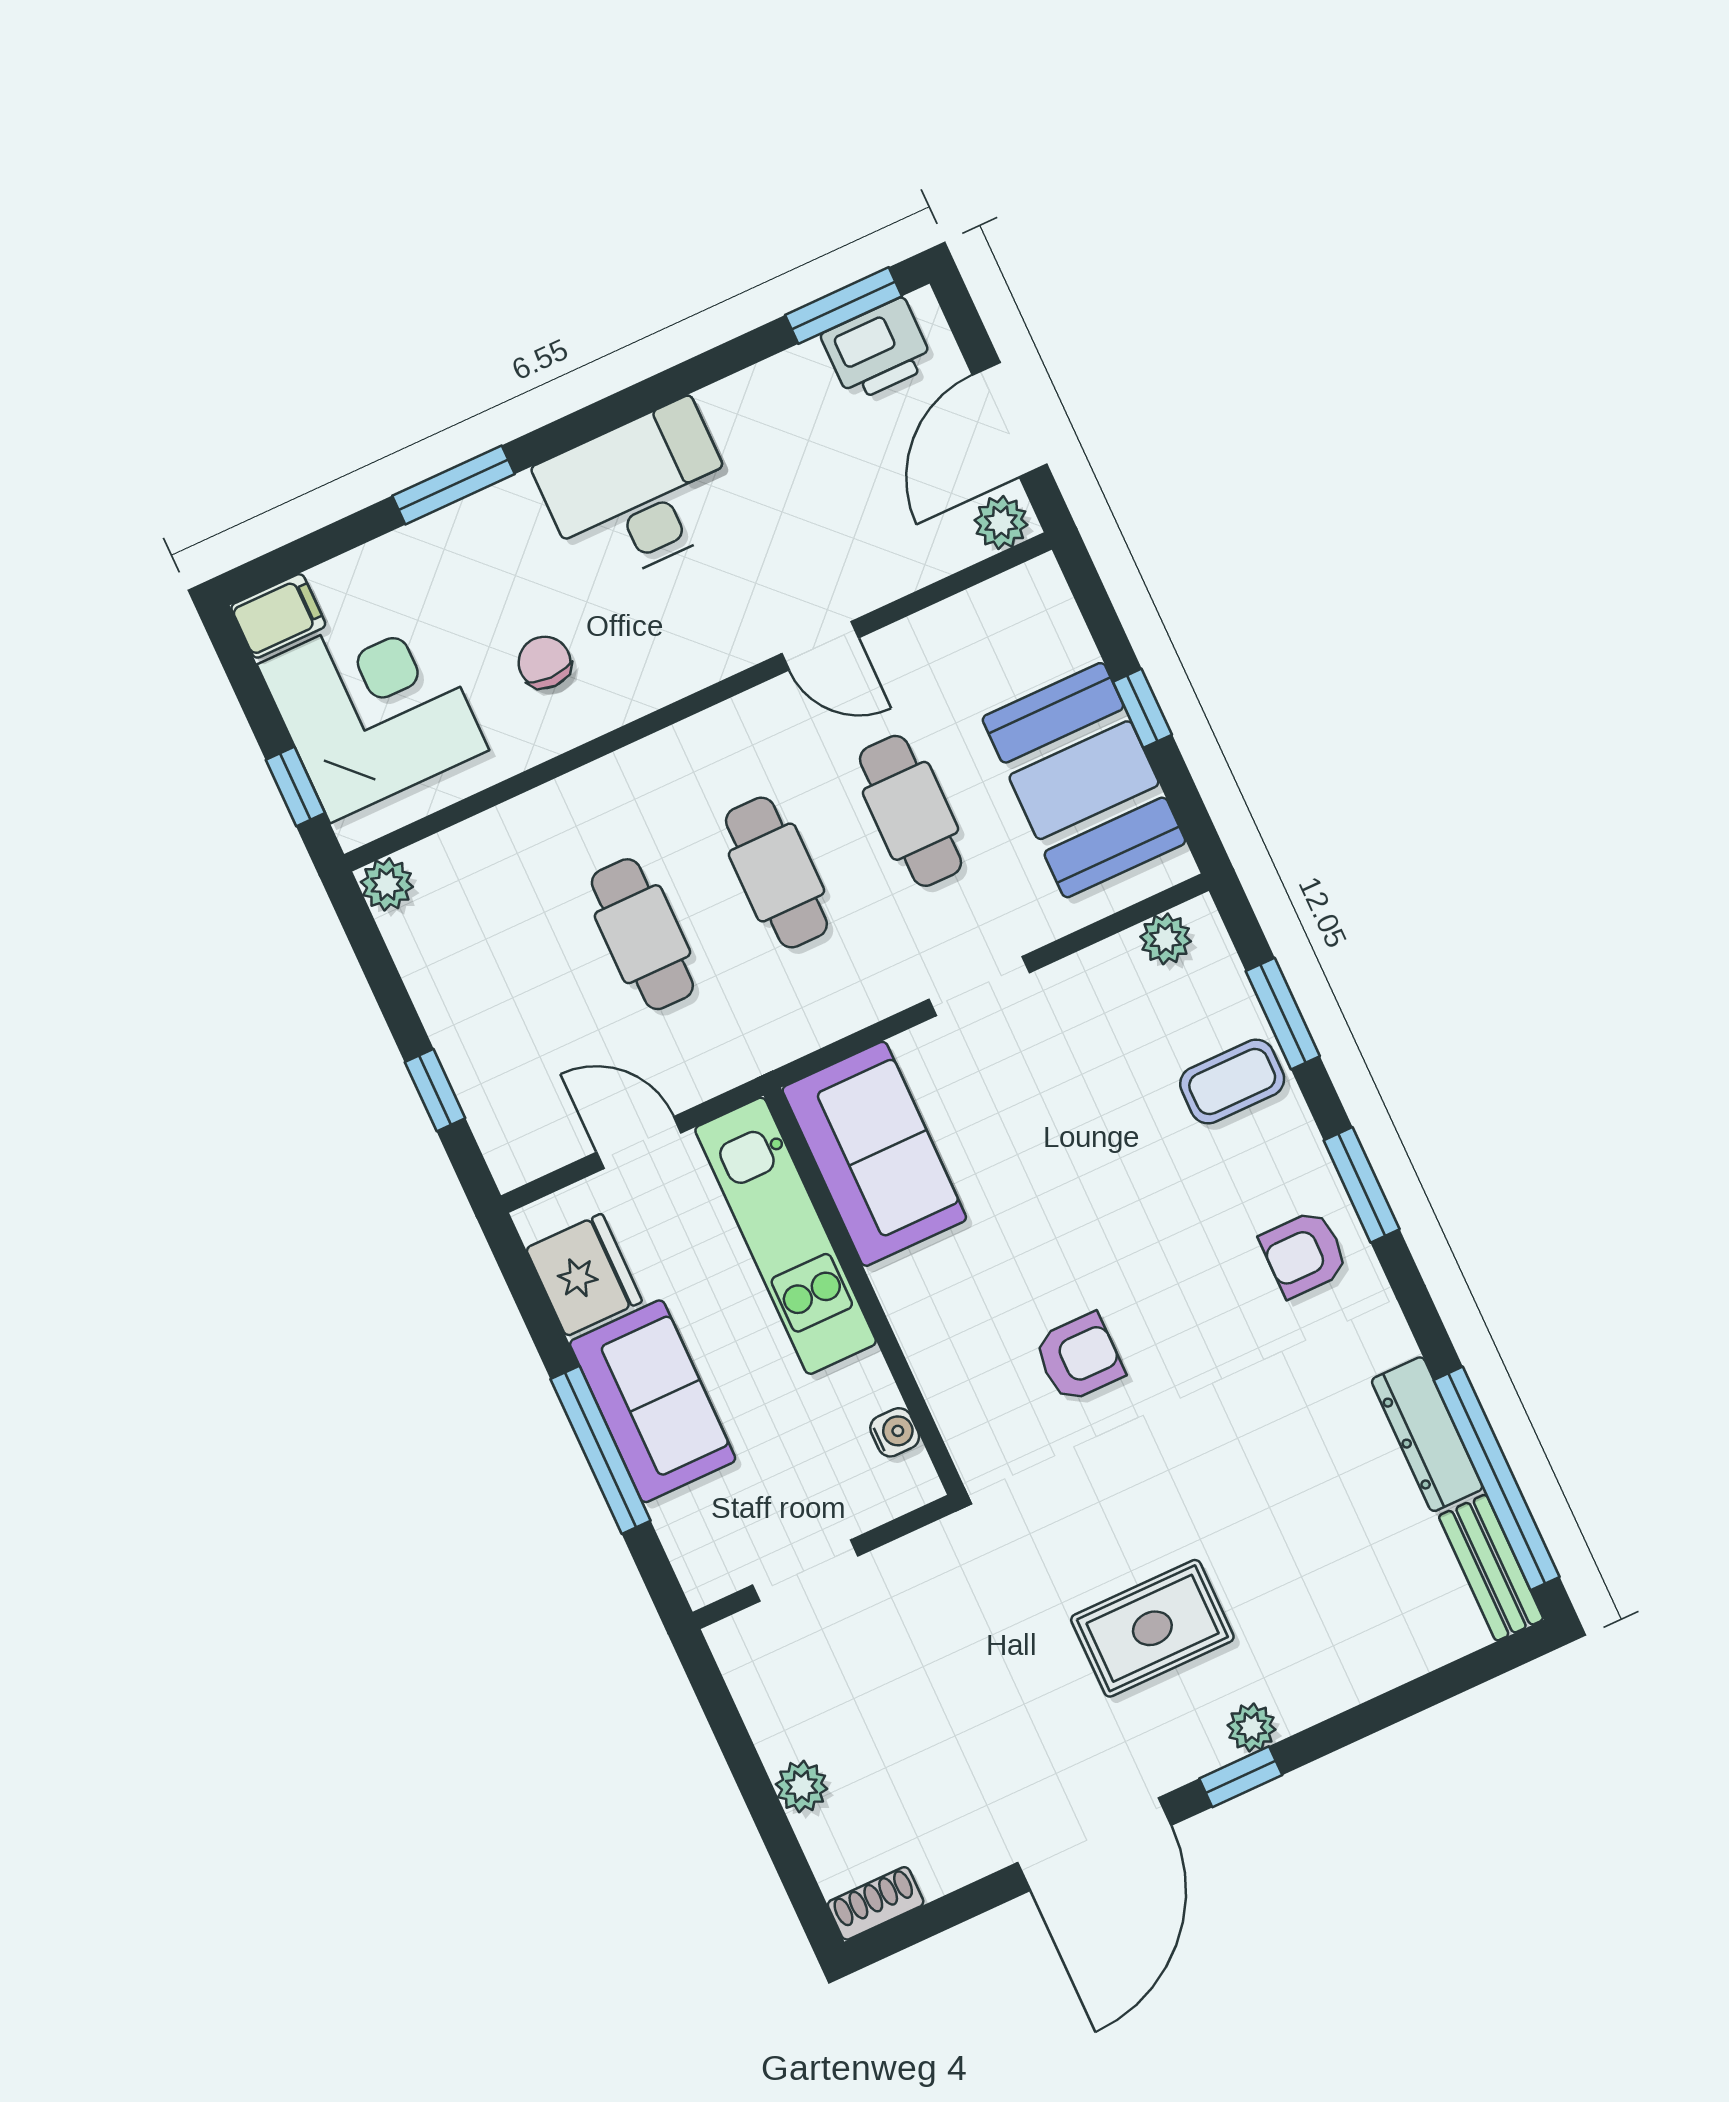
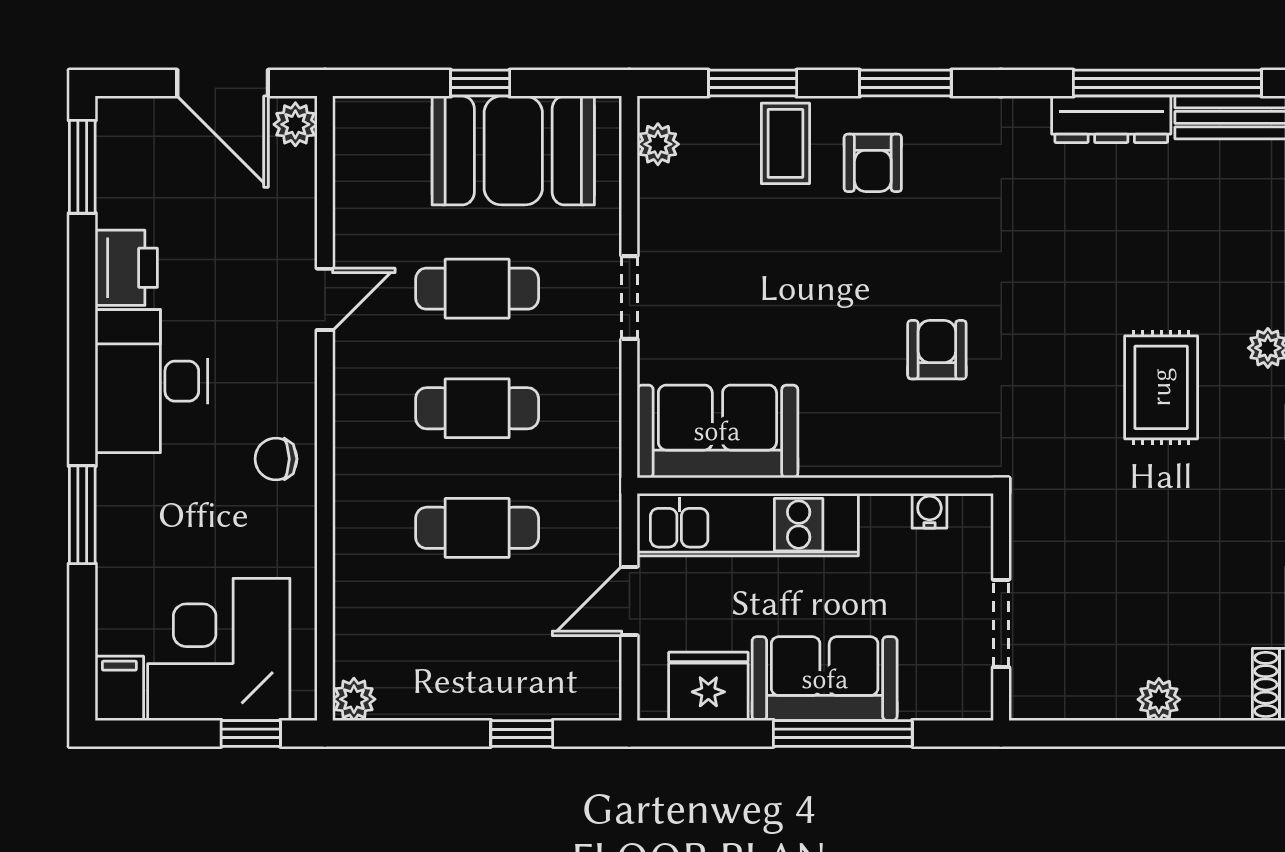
printer: (877, 350) -> (126, 268), moved
chair: (545, 662) -> (276, 459), moved
armchair: (1304, 1254) -> (873, 163), moved

